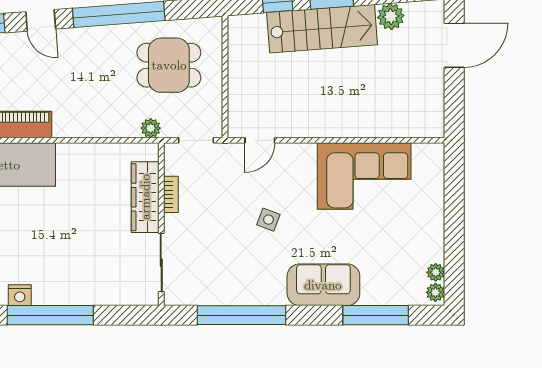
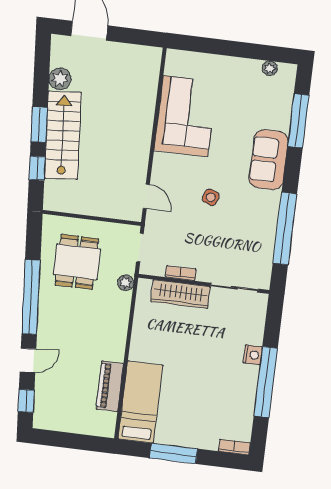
plant: (435, 292) -> (286, 71), removed
nightstand: (20, 295) -> (253, 355), moved

